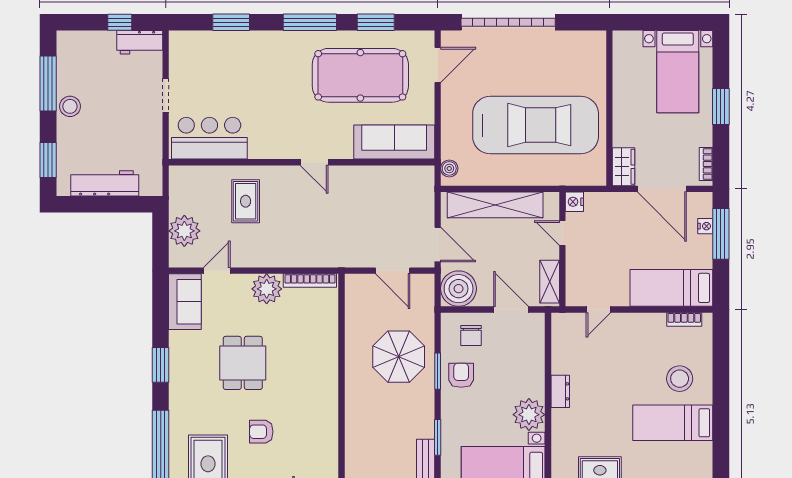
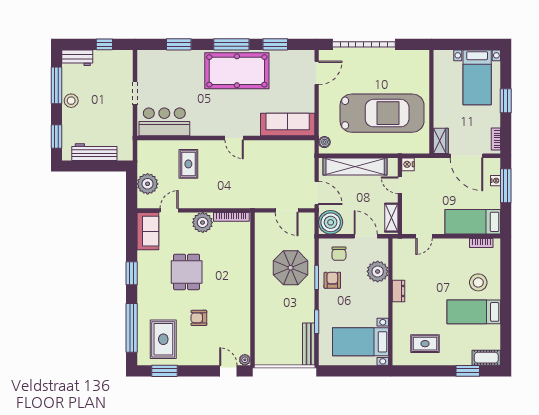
workbench: (140, 42) -> (77, 58), moved
pool table: (360, 75) -> (237, 71), moved
plant: (529, 415) -> (378, 271), moved

